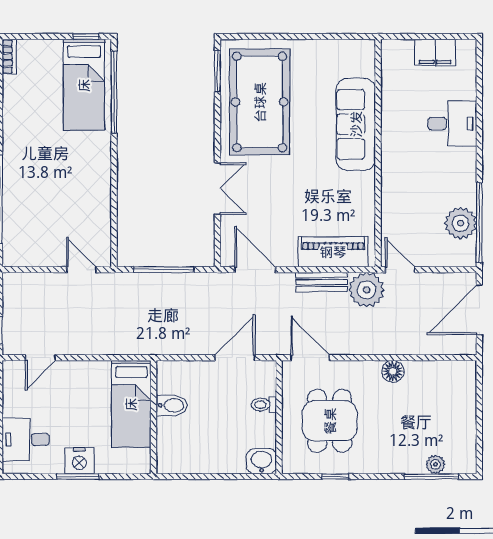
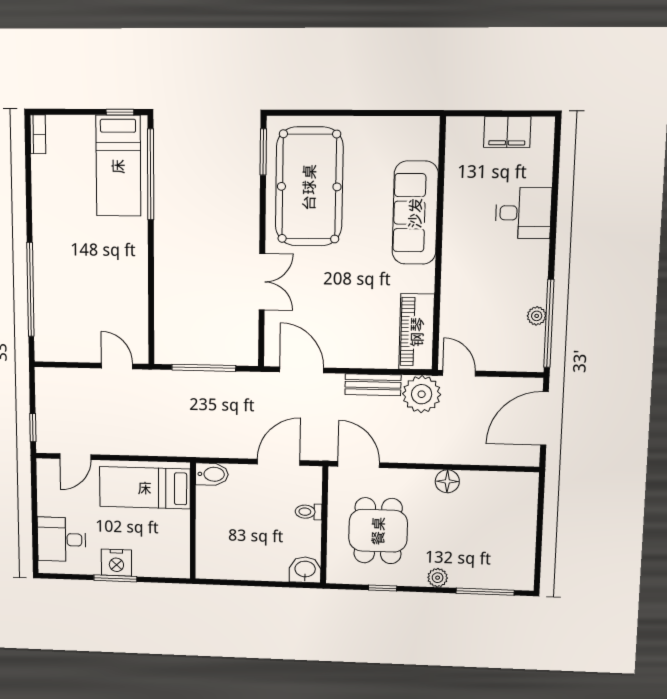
plant: (461, 223) -> (537, 316), width x0.53, depth x0.53
piano: (333, 252) -> (417, 332), moved, turned -90
bed: (131, 404) -> (145, 488), moved, turned 90
bidet: (172, 405) -> (212, 474), moved
plant: (435, 464) -> (438, 578), moved

